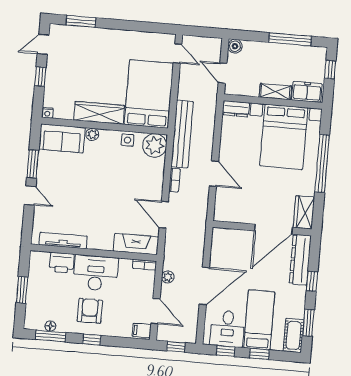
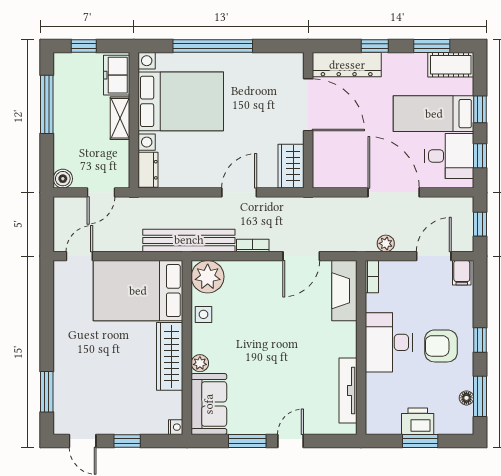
wardrobe: (304, 212) -> (291, 166), moved, turned 90
printer: (62, 263) -> (418, 421), moved, turned -90

